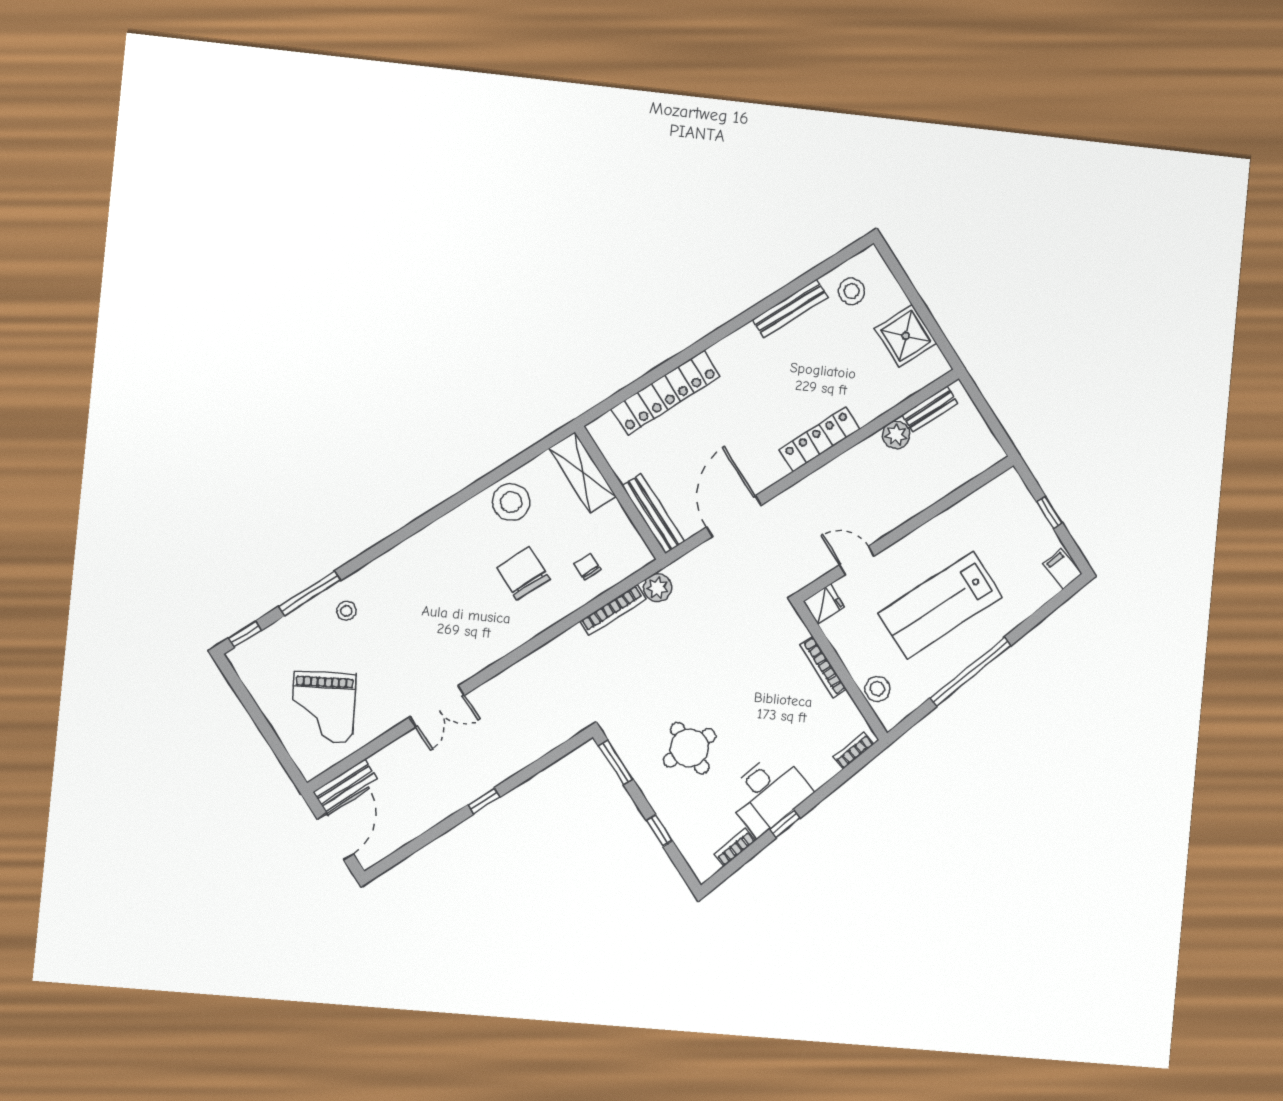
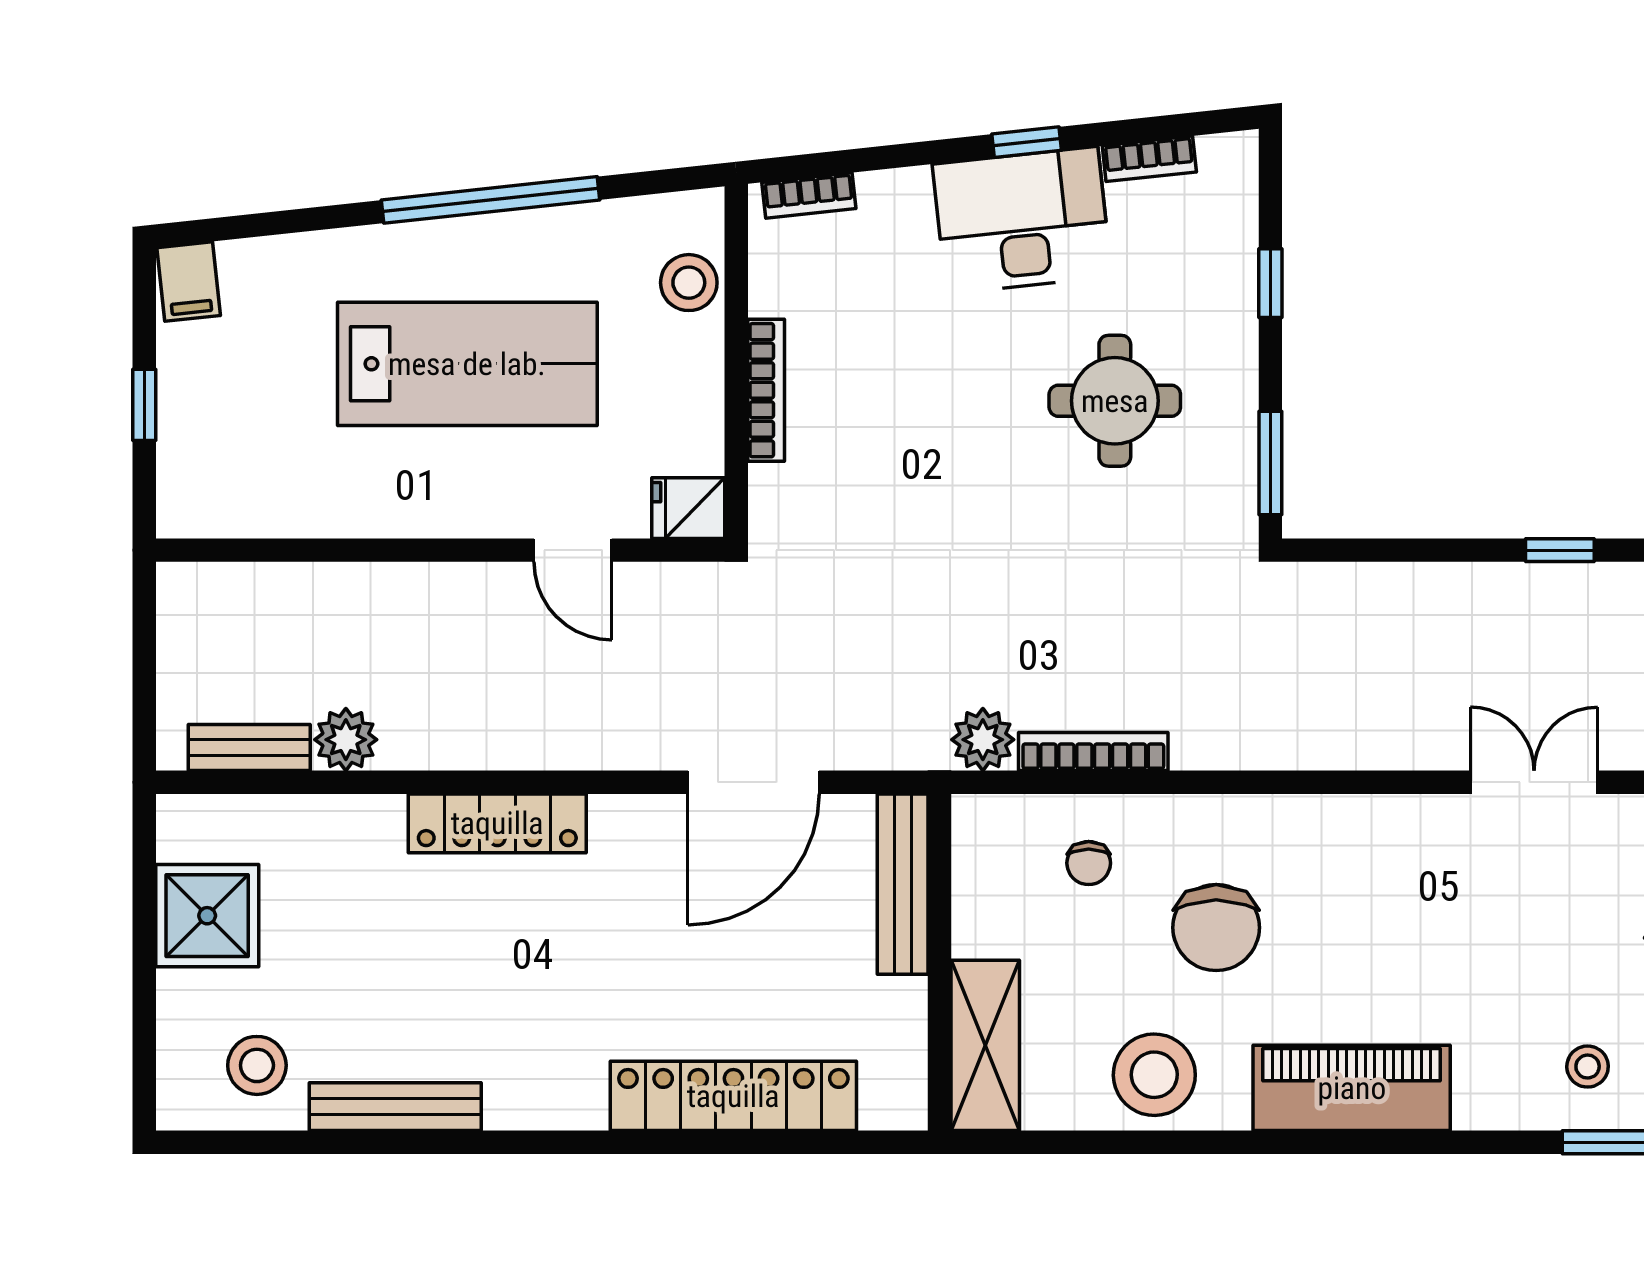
piano: (432, 545) -> (1352, 1088), added

